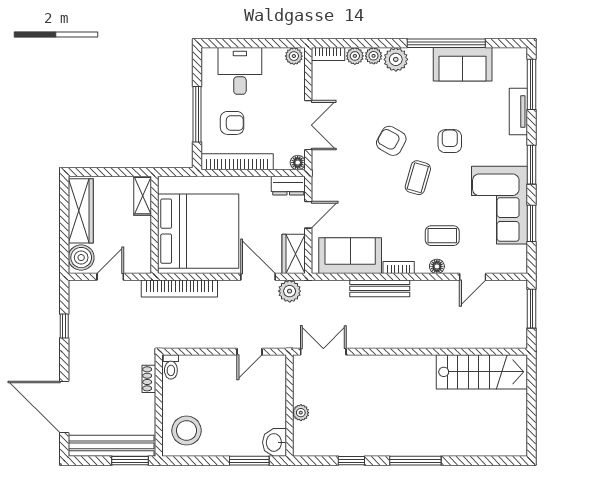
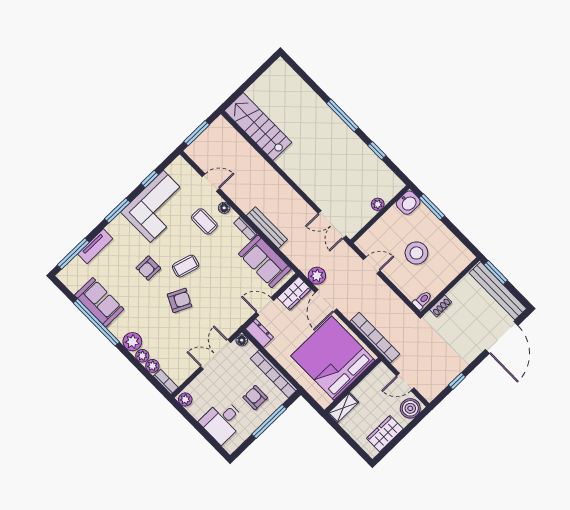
armchair: (391, 141) -> (180, 300), turned -93
wardrobe: (81, 211) -> (385, 434), width x0.67
window: (531, 223) -> (150, 179), width x0.67
stool: (187, 431) -> (416, 253), moved

